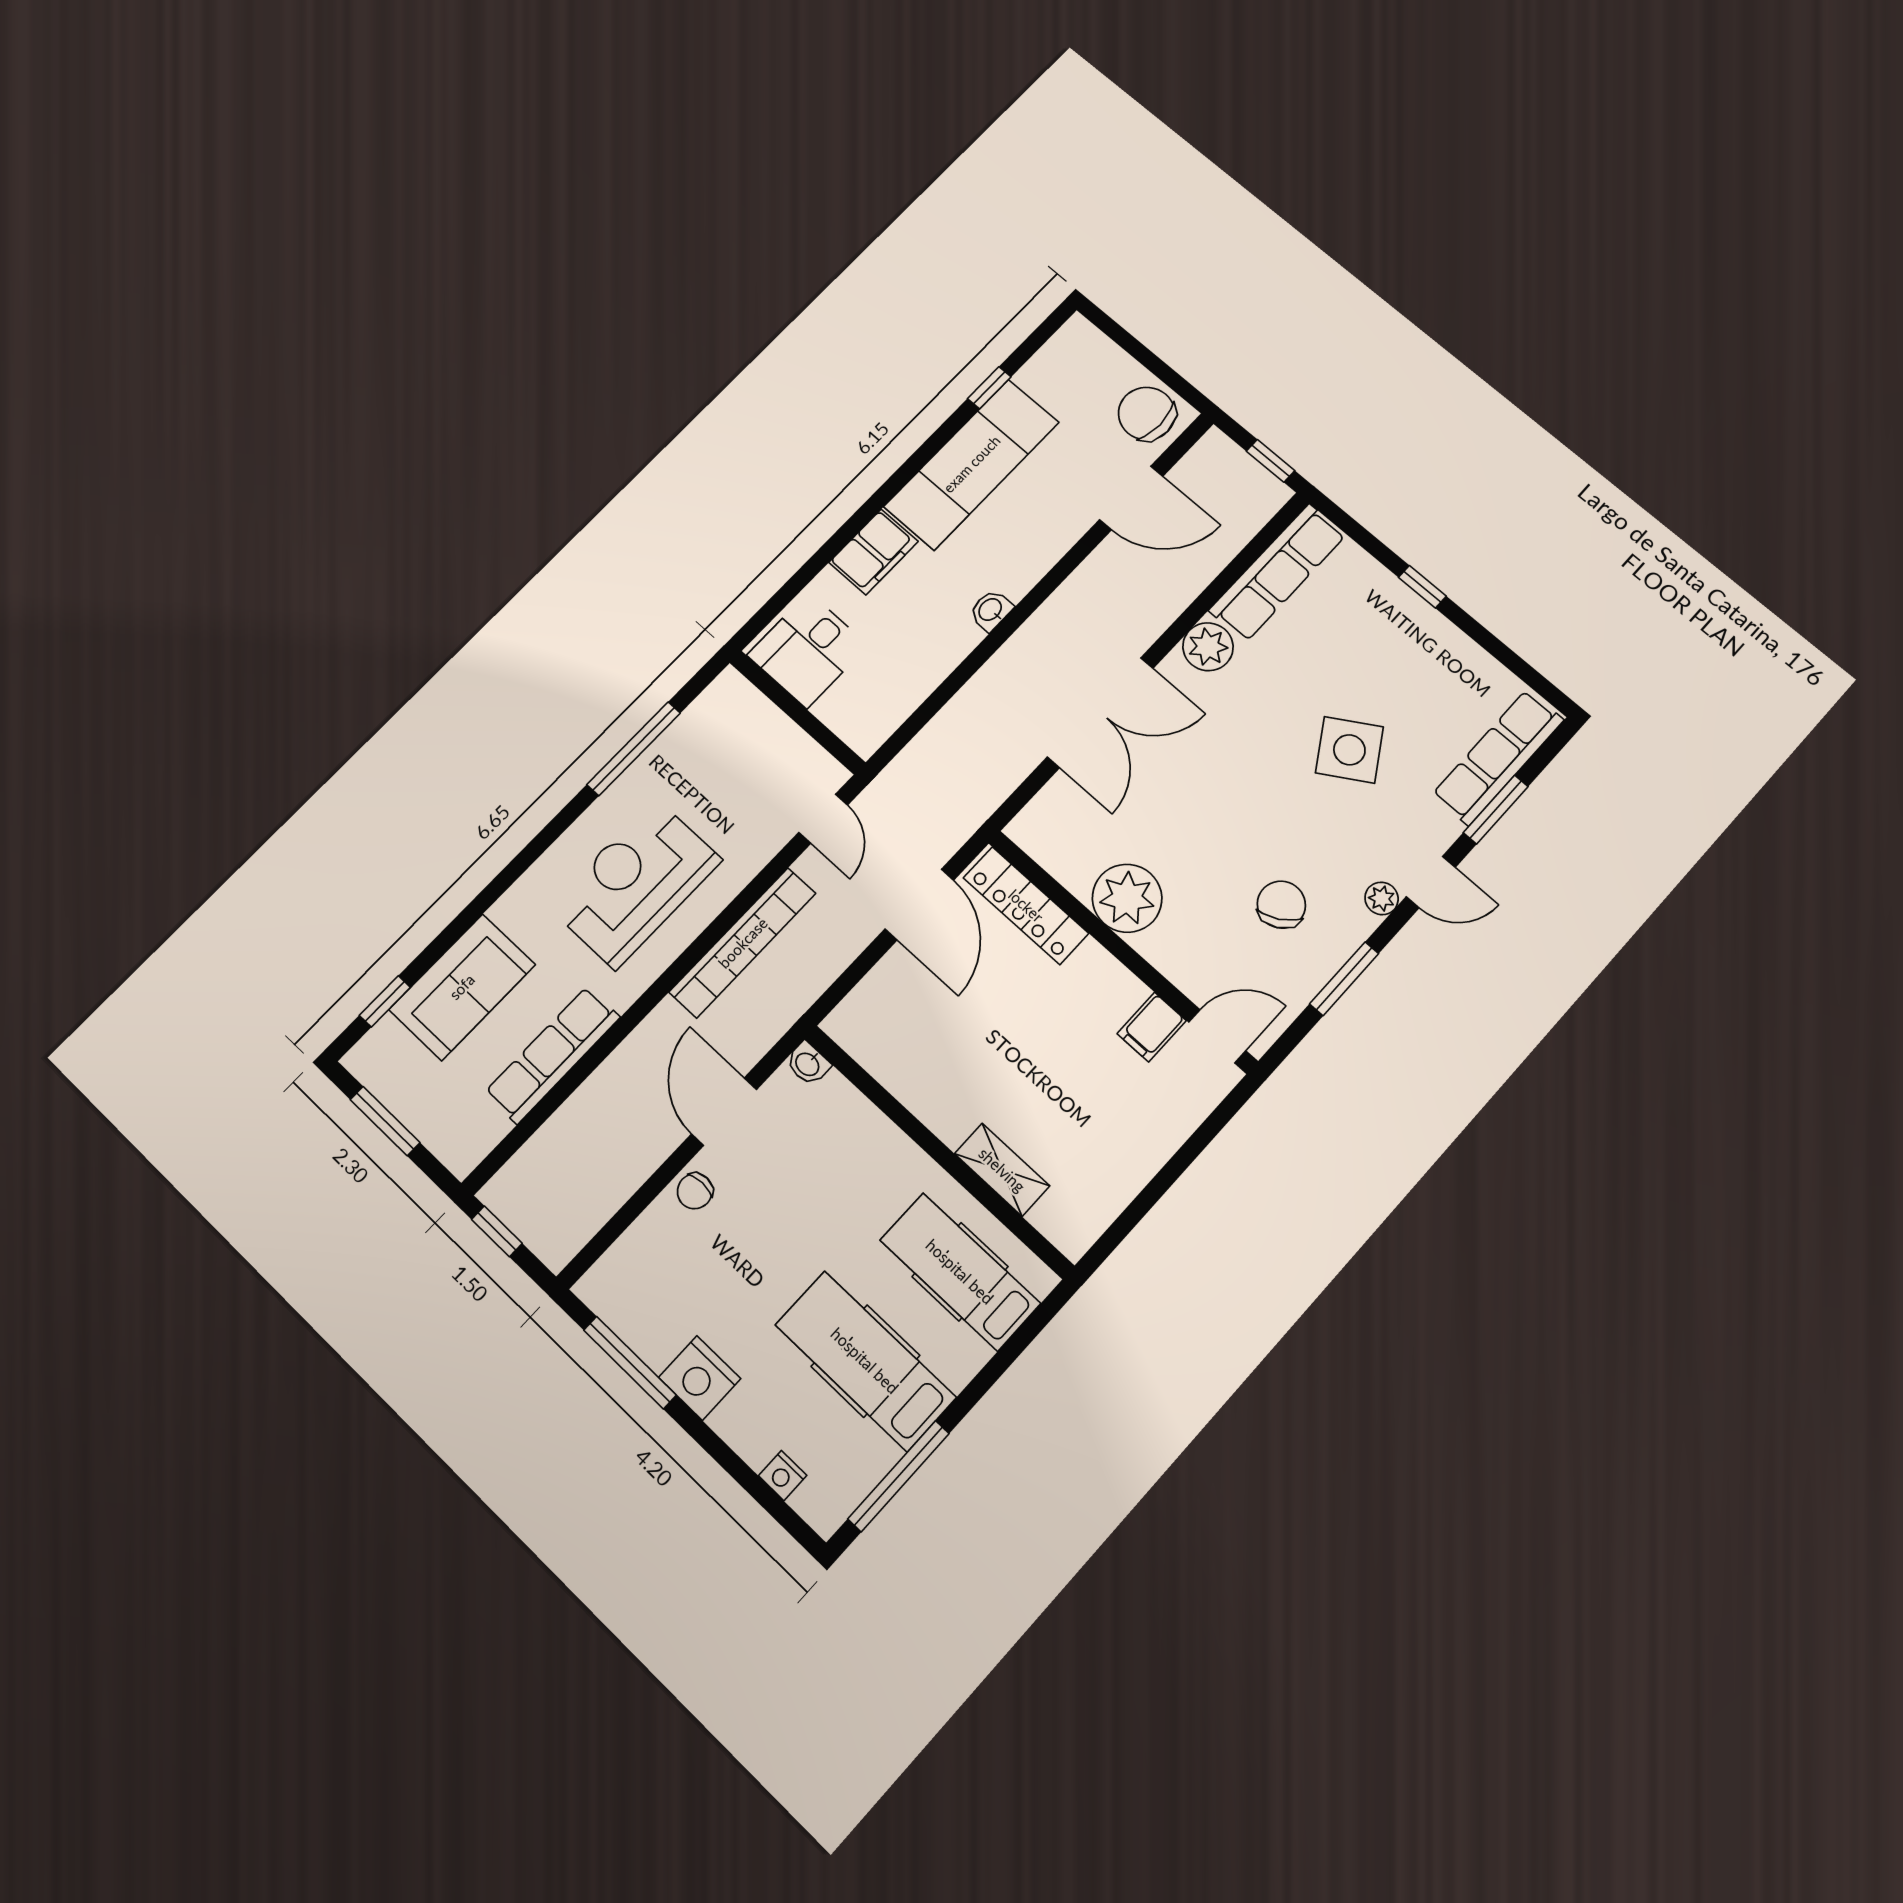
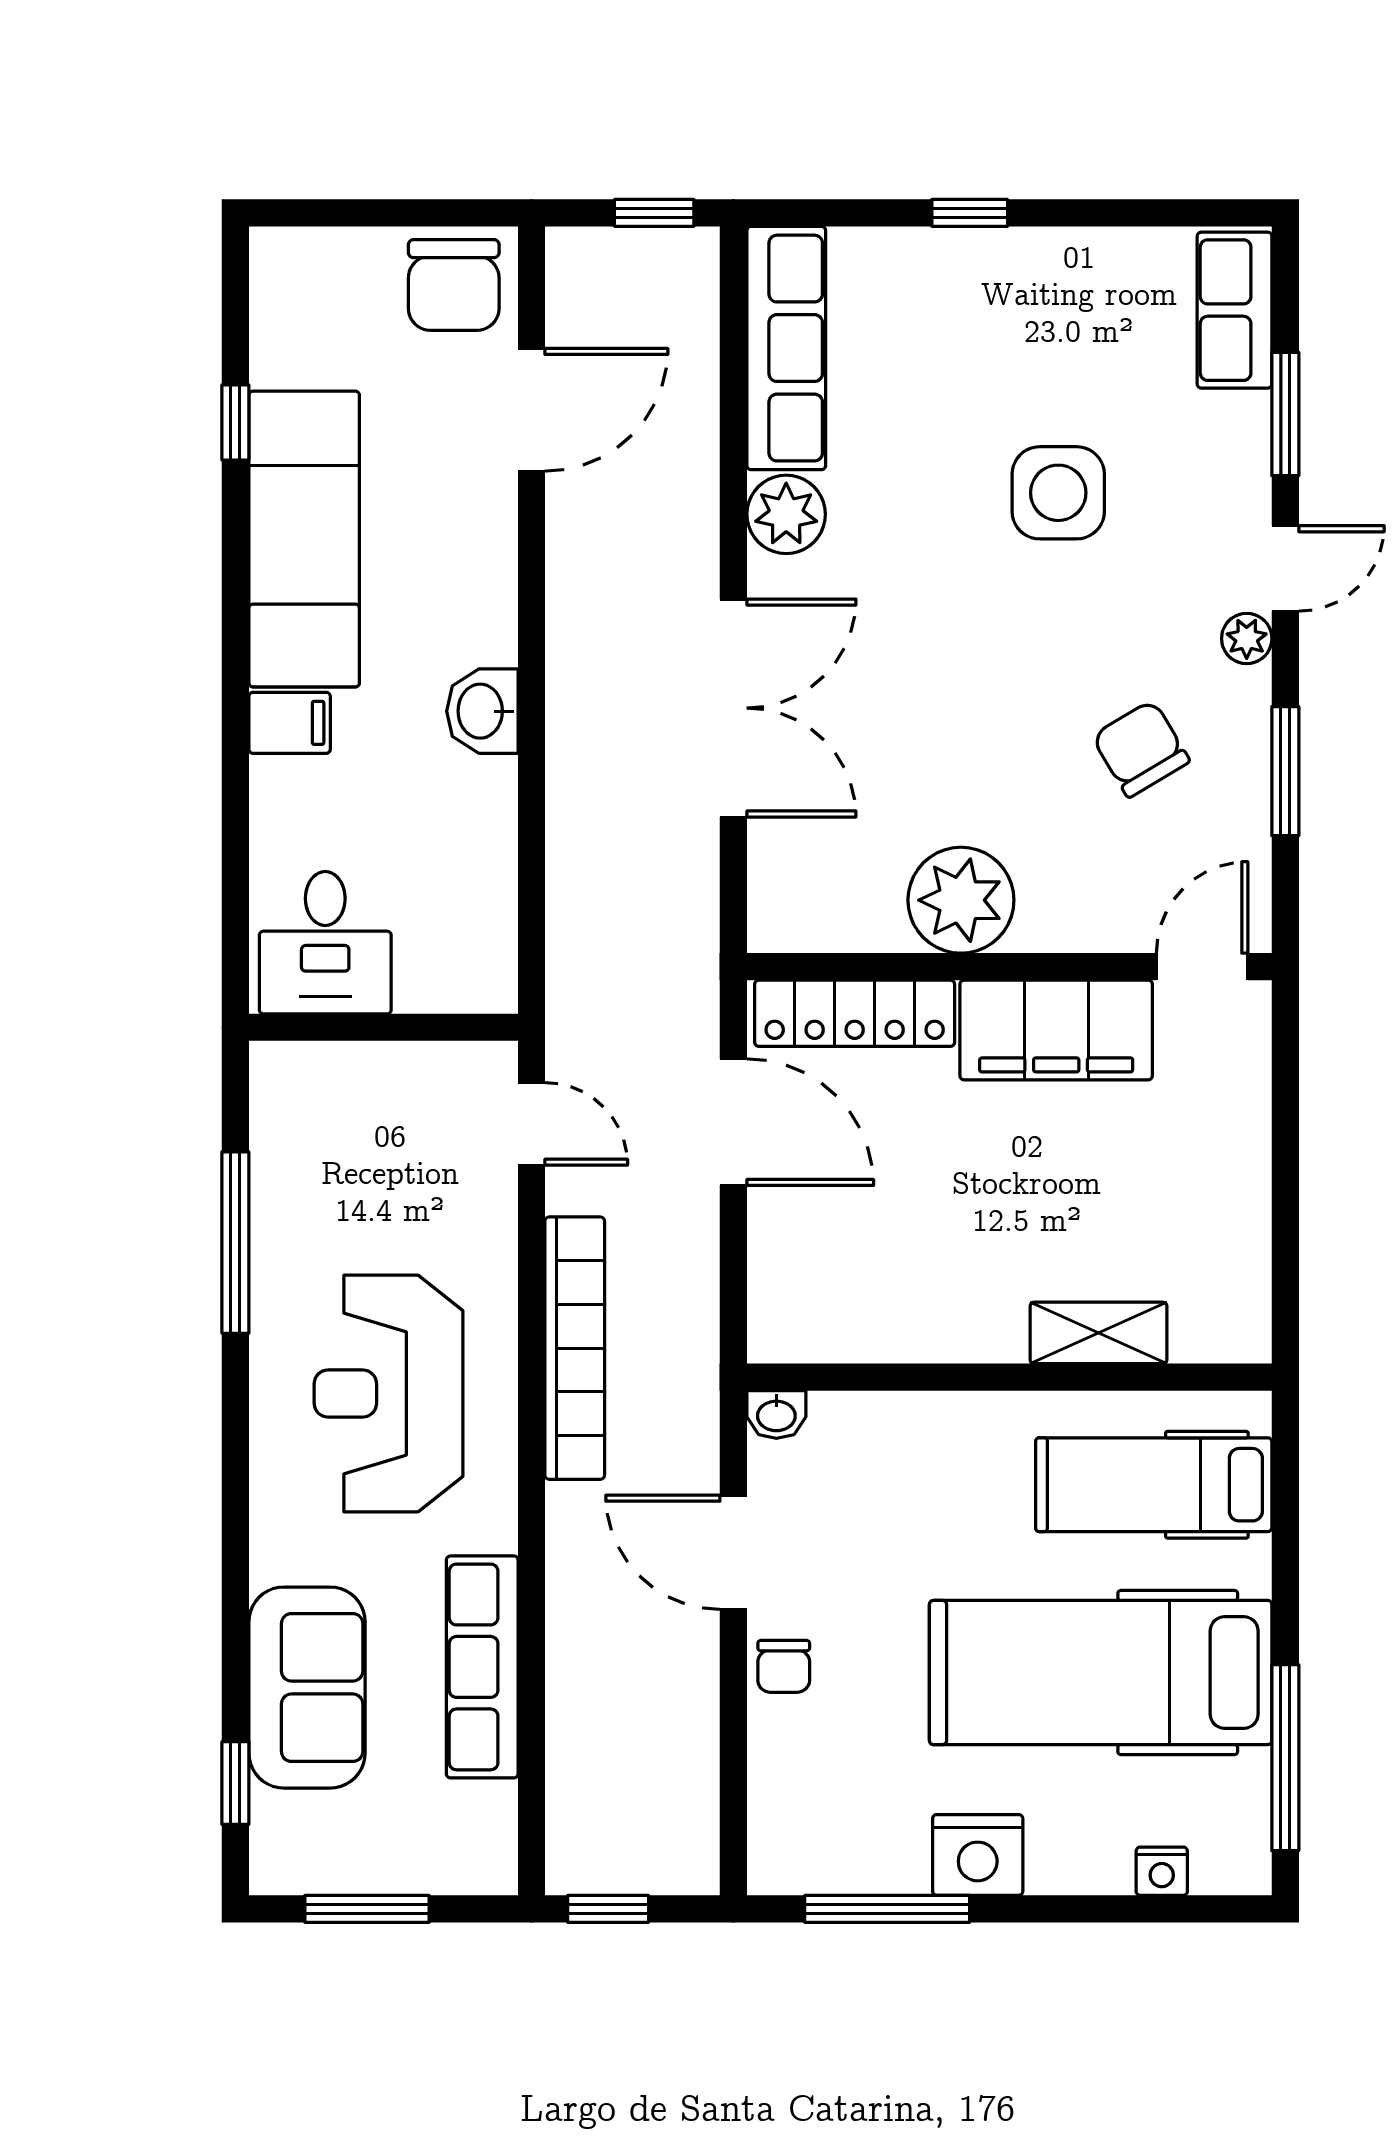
chair: (1147, 414) -> (454, 285), turned -90
filing cabinet: (874, 552) -> (290, 723), width x0.50
washbasin: (991, 610) -> (482, 711), width x1.38, depth x1.45
side table: (1349, 750) -> (1058, 493), turned 32
row of seats: (1498, 757) -> (1235, 310), width x0.68
filing cabinet: (1152, 1027) -> (1056, 1030), width x3.00, depth x1.17
hospital bed: (865, 1361) -> (1101, 1673), width x1.37, depth x1.29

